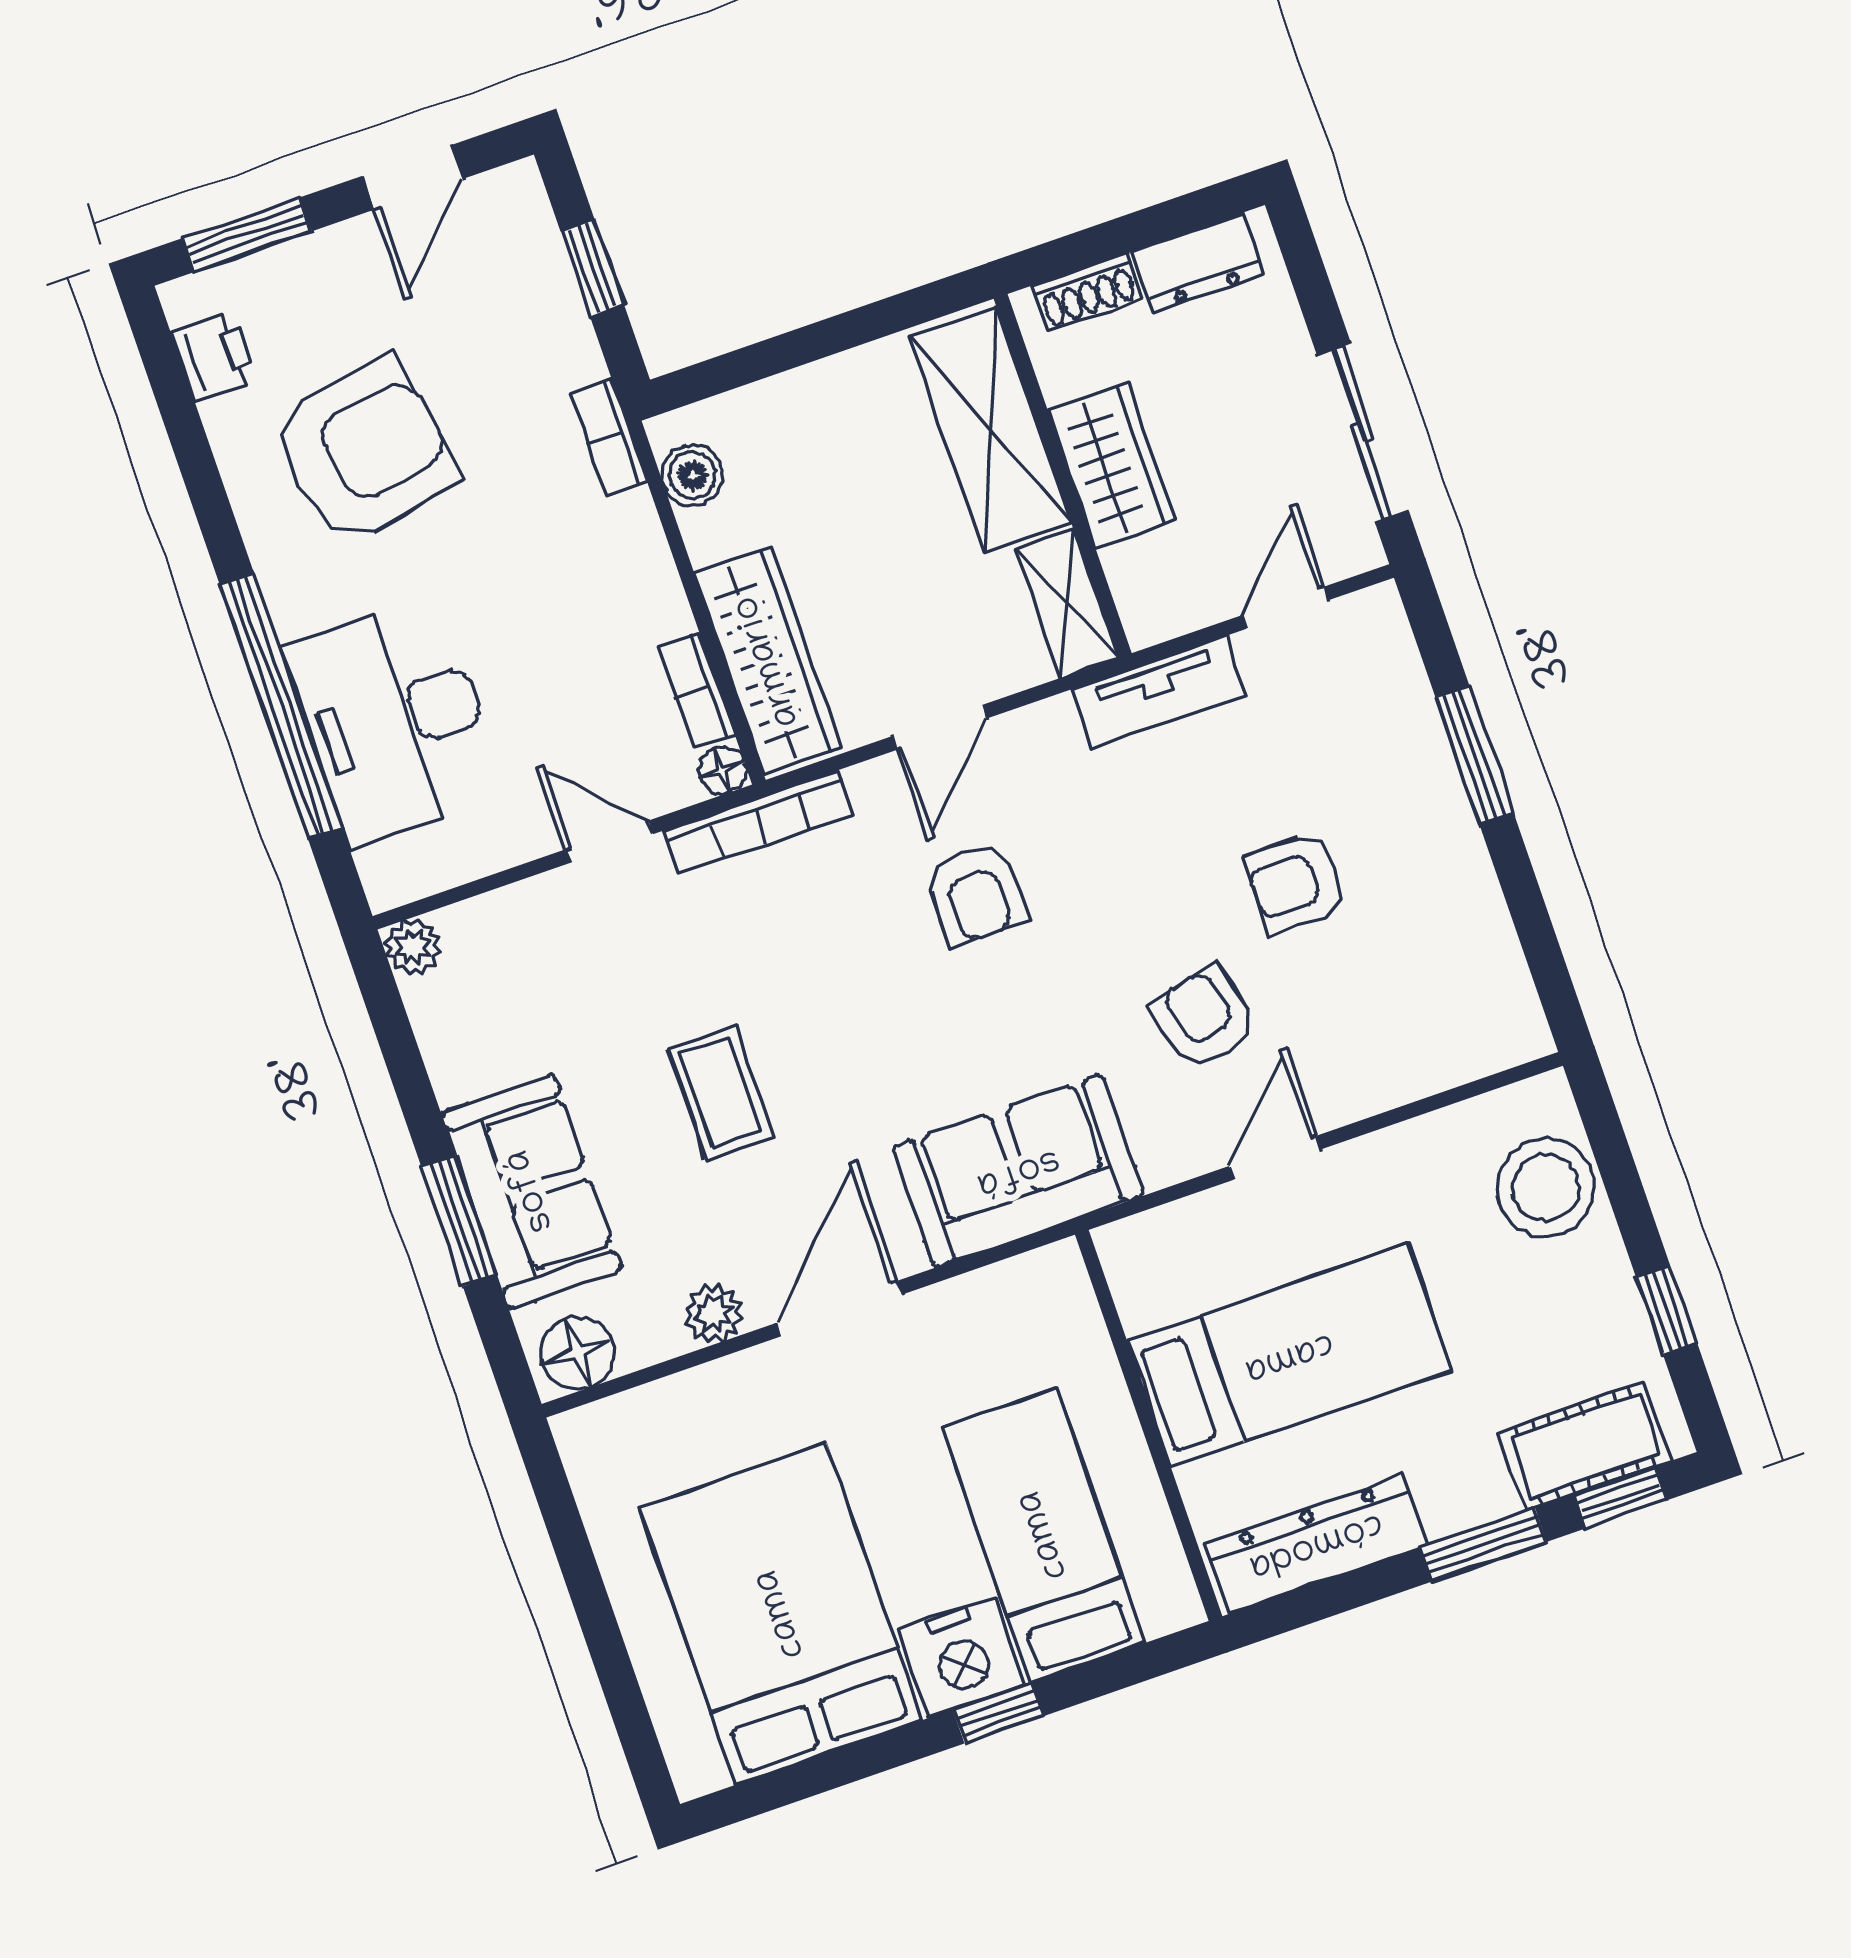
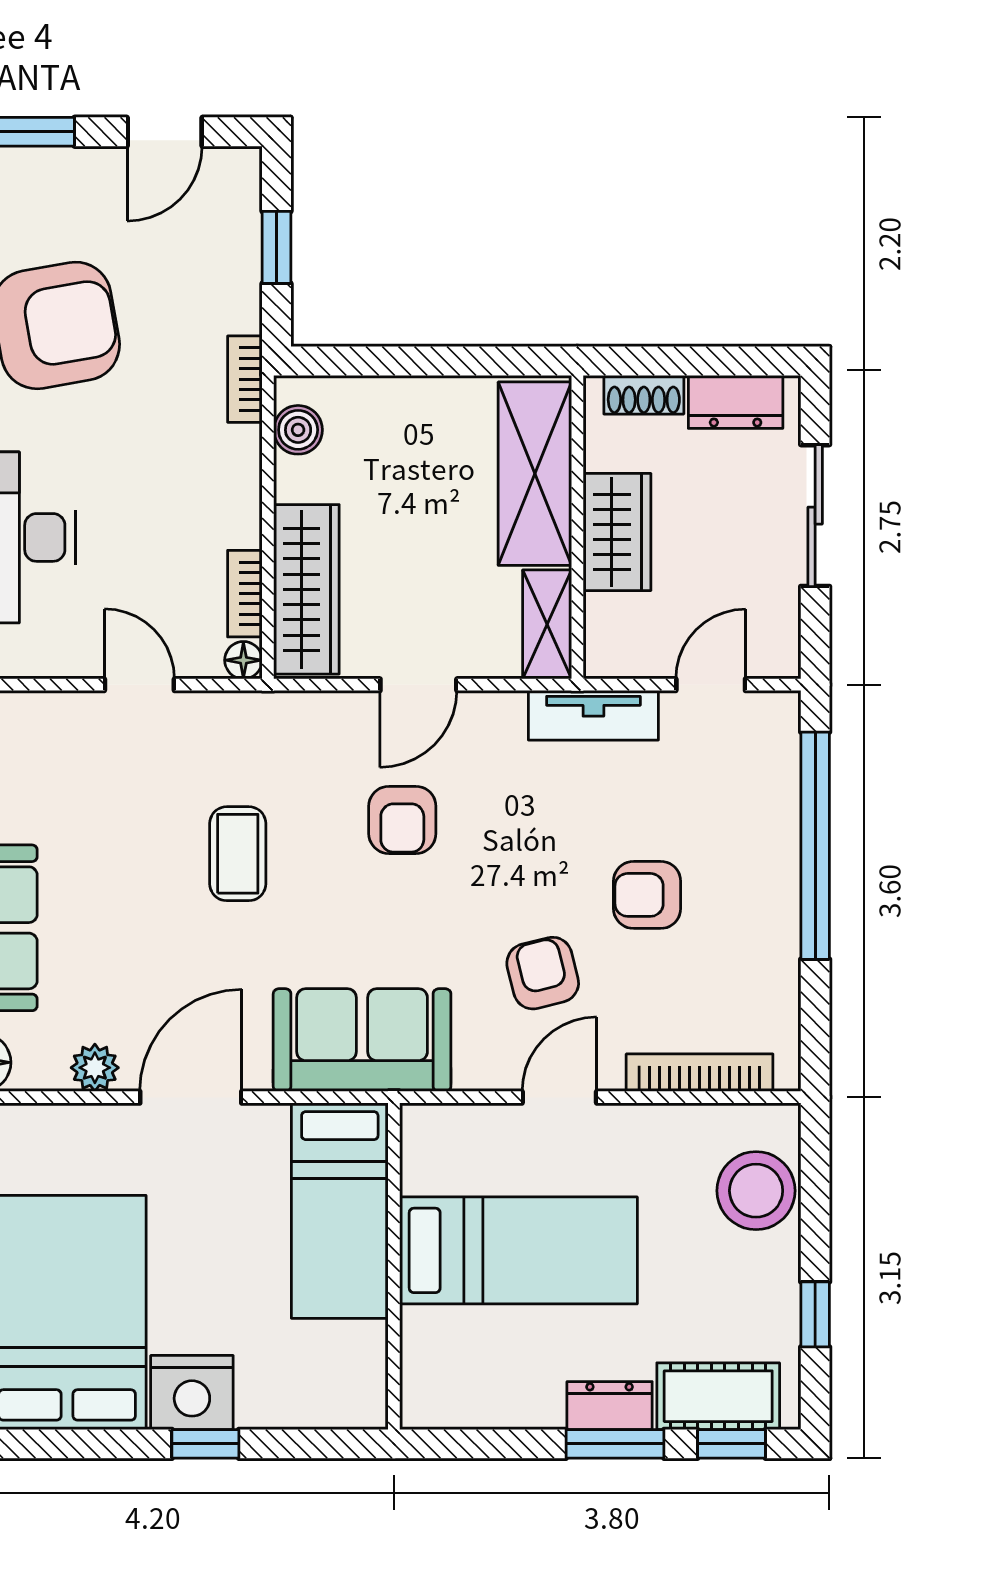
sliding door: (1363, 432) -> (815, 516), moved
window: (1475, 755) -> (815, 846), width x2.11
bookcase: (759, 822) -> (700, 1073), moved, turned 180
coffee table: (721, 1093) -> (238, 854), moved
bed: (1044, 1535) -> (340, 1211), moved, turned 180
dresser: (1316, 1544) -> (610, 1406), moved, width x0.51, depth x0.80

